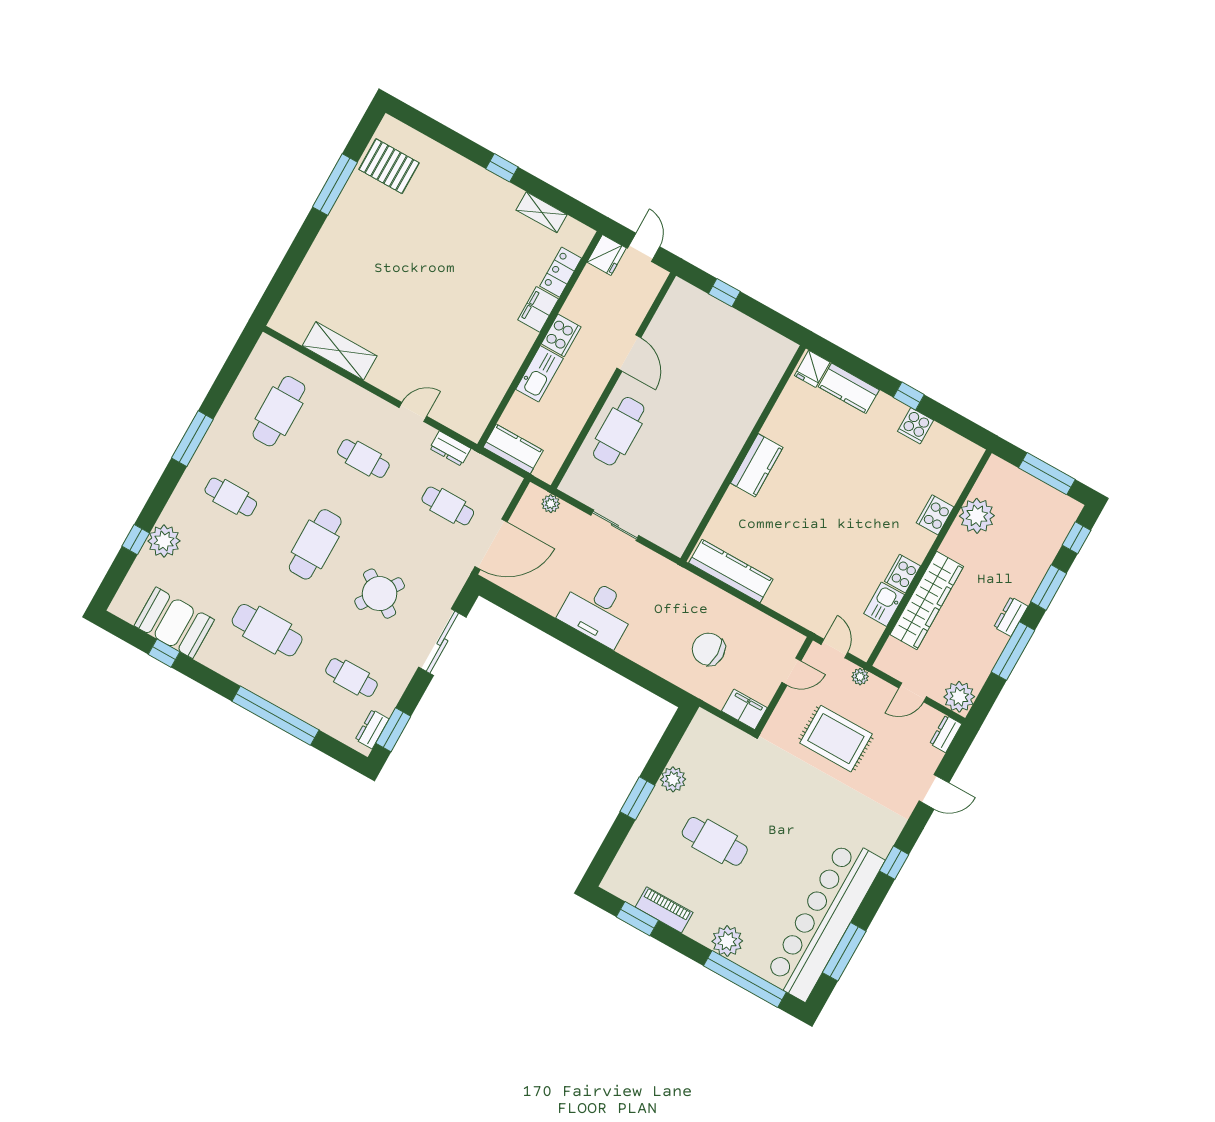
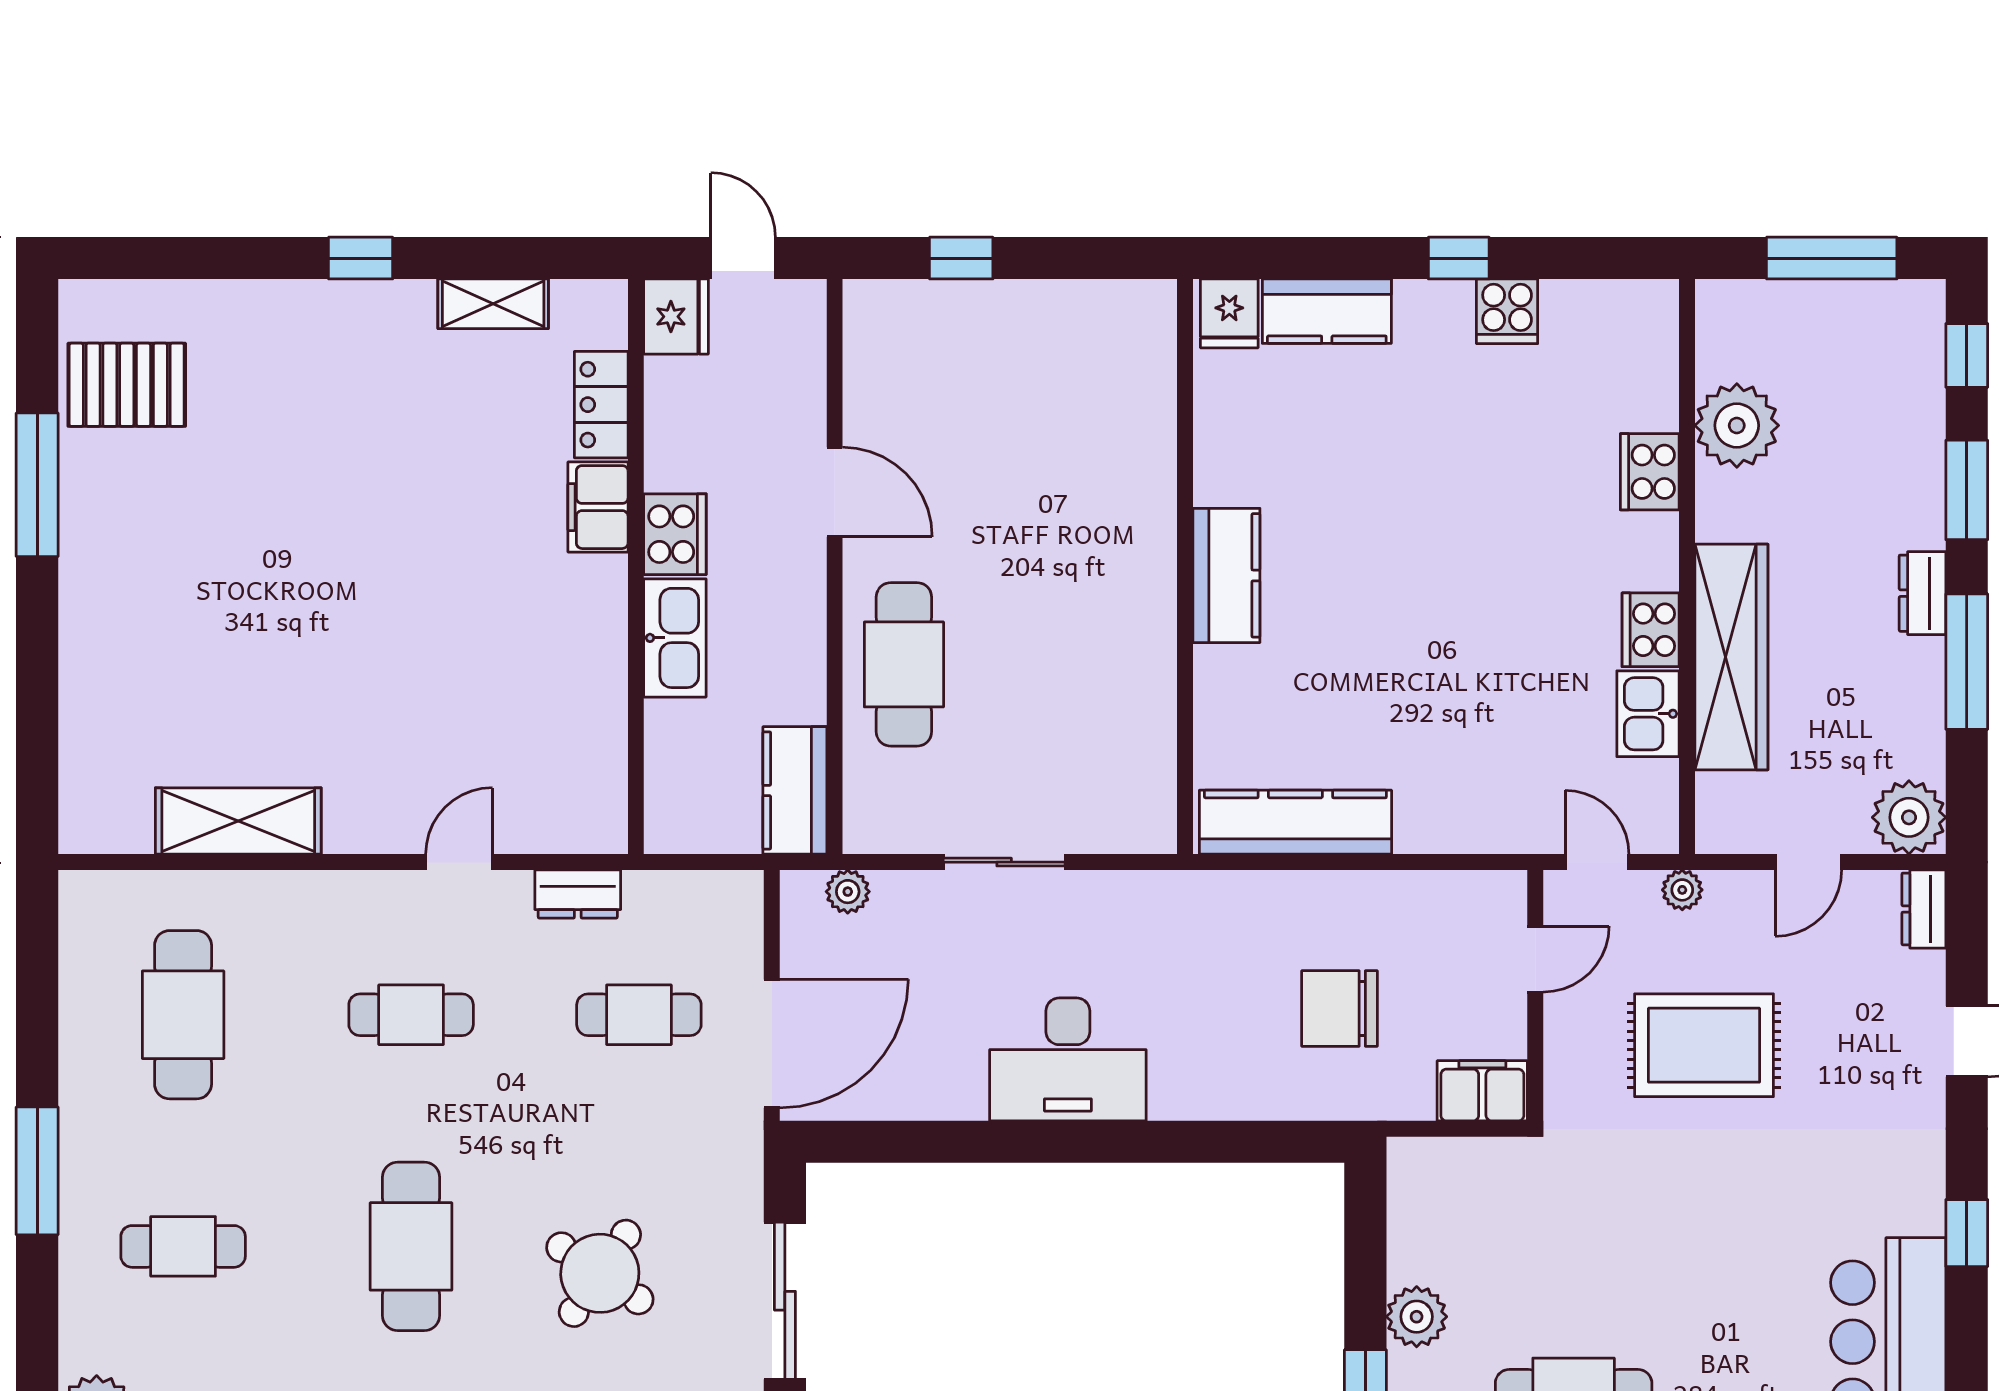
kitchen counter: (513, 449) -> (795, 790), moved, turned -90

